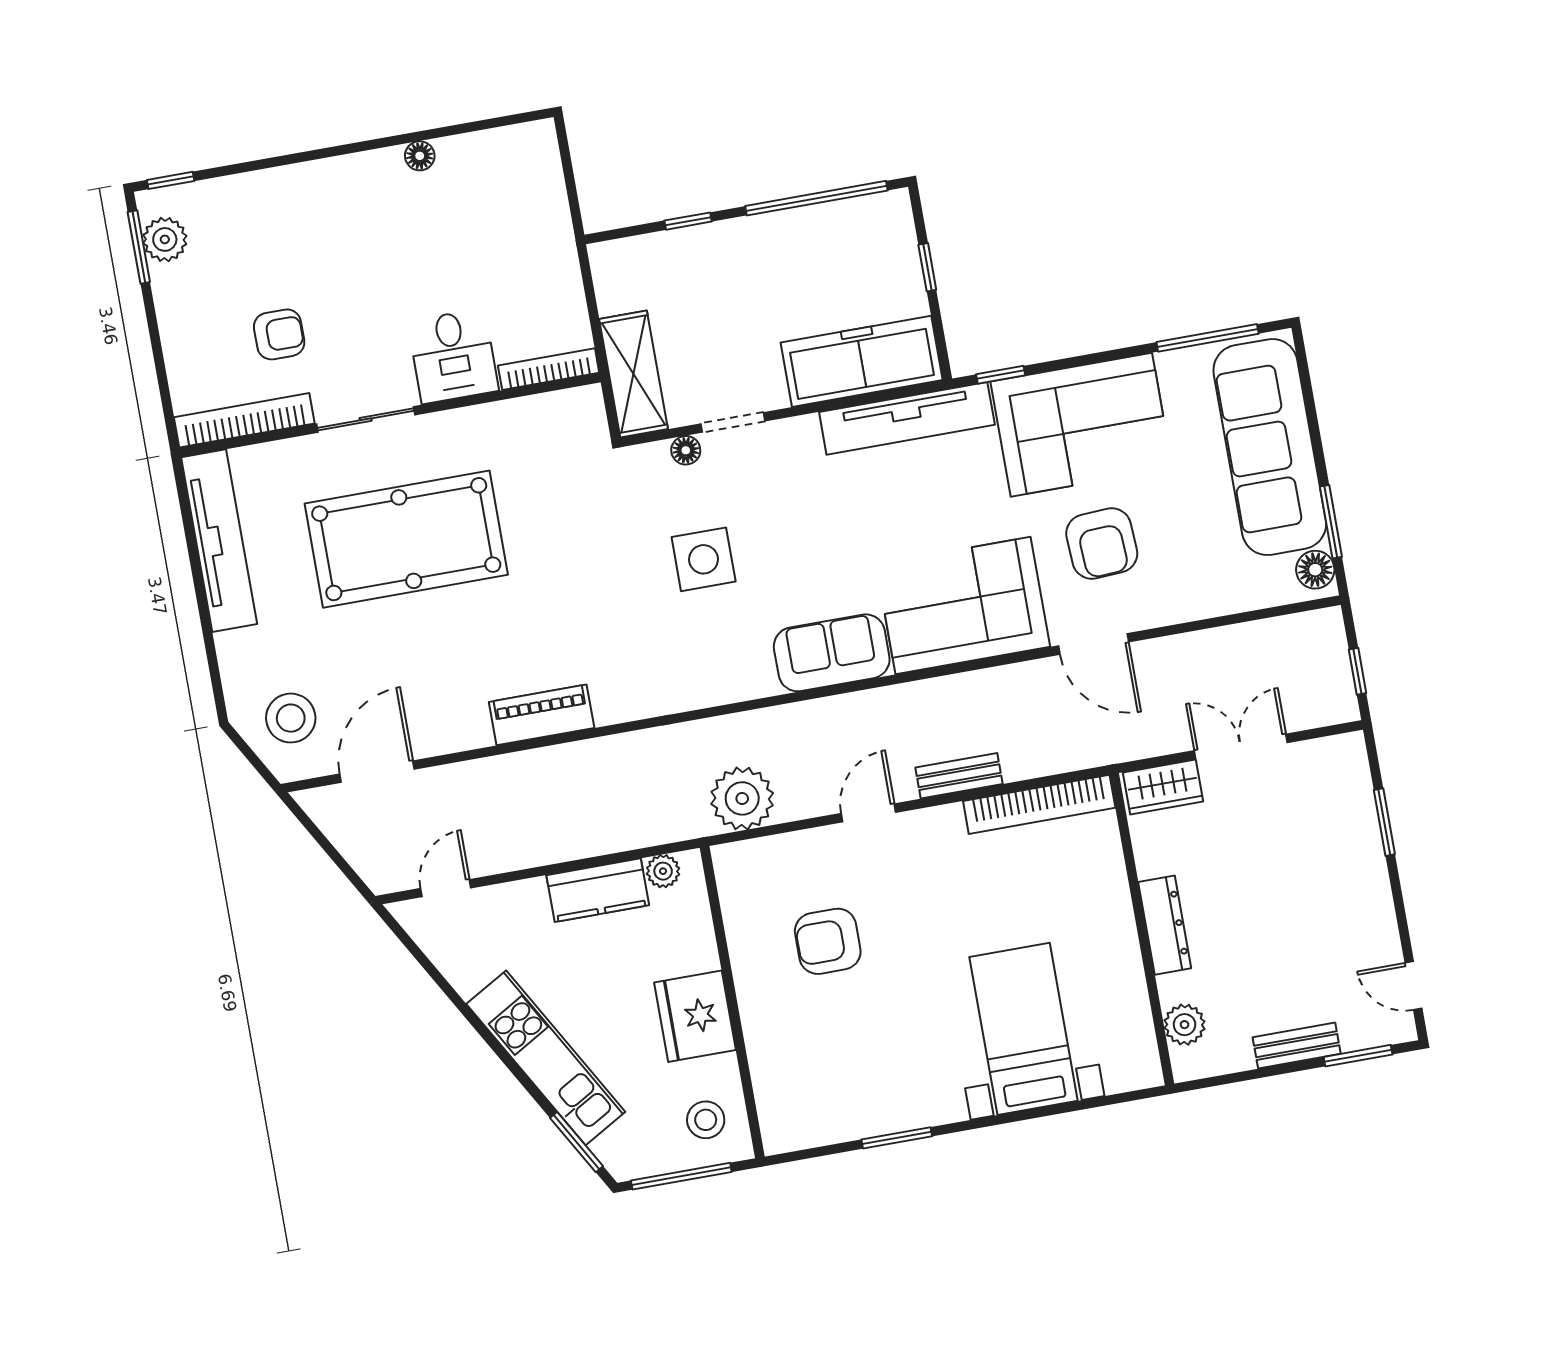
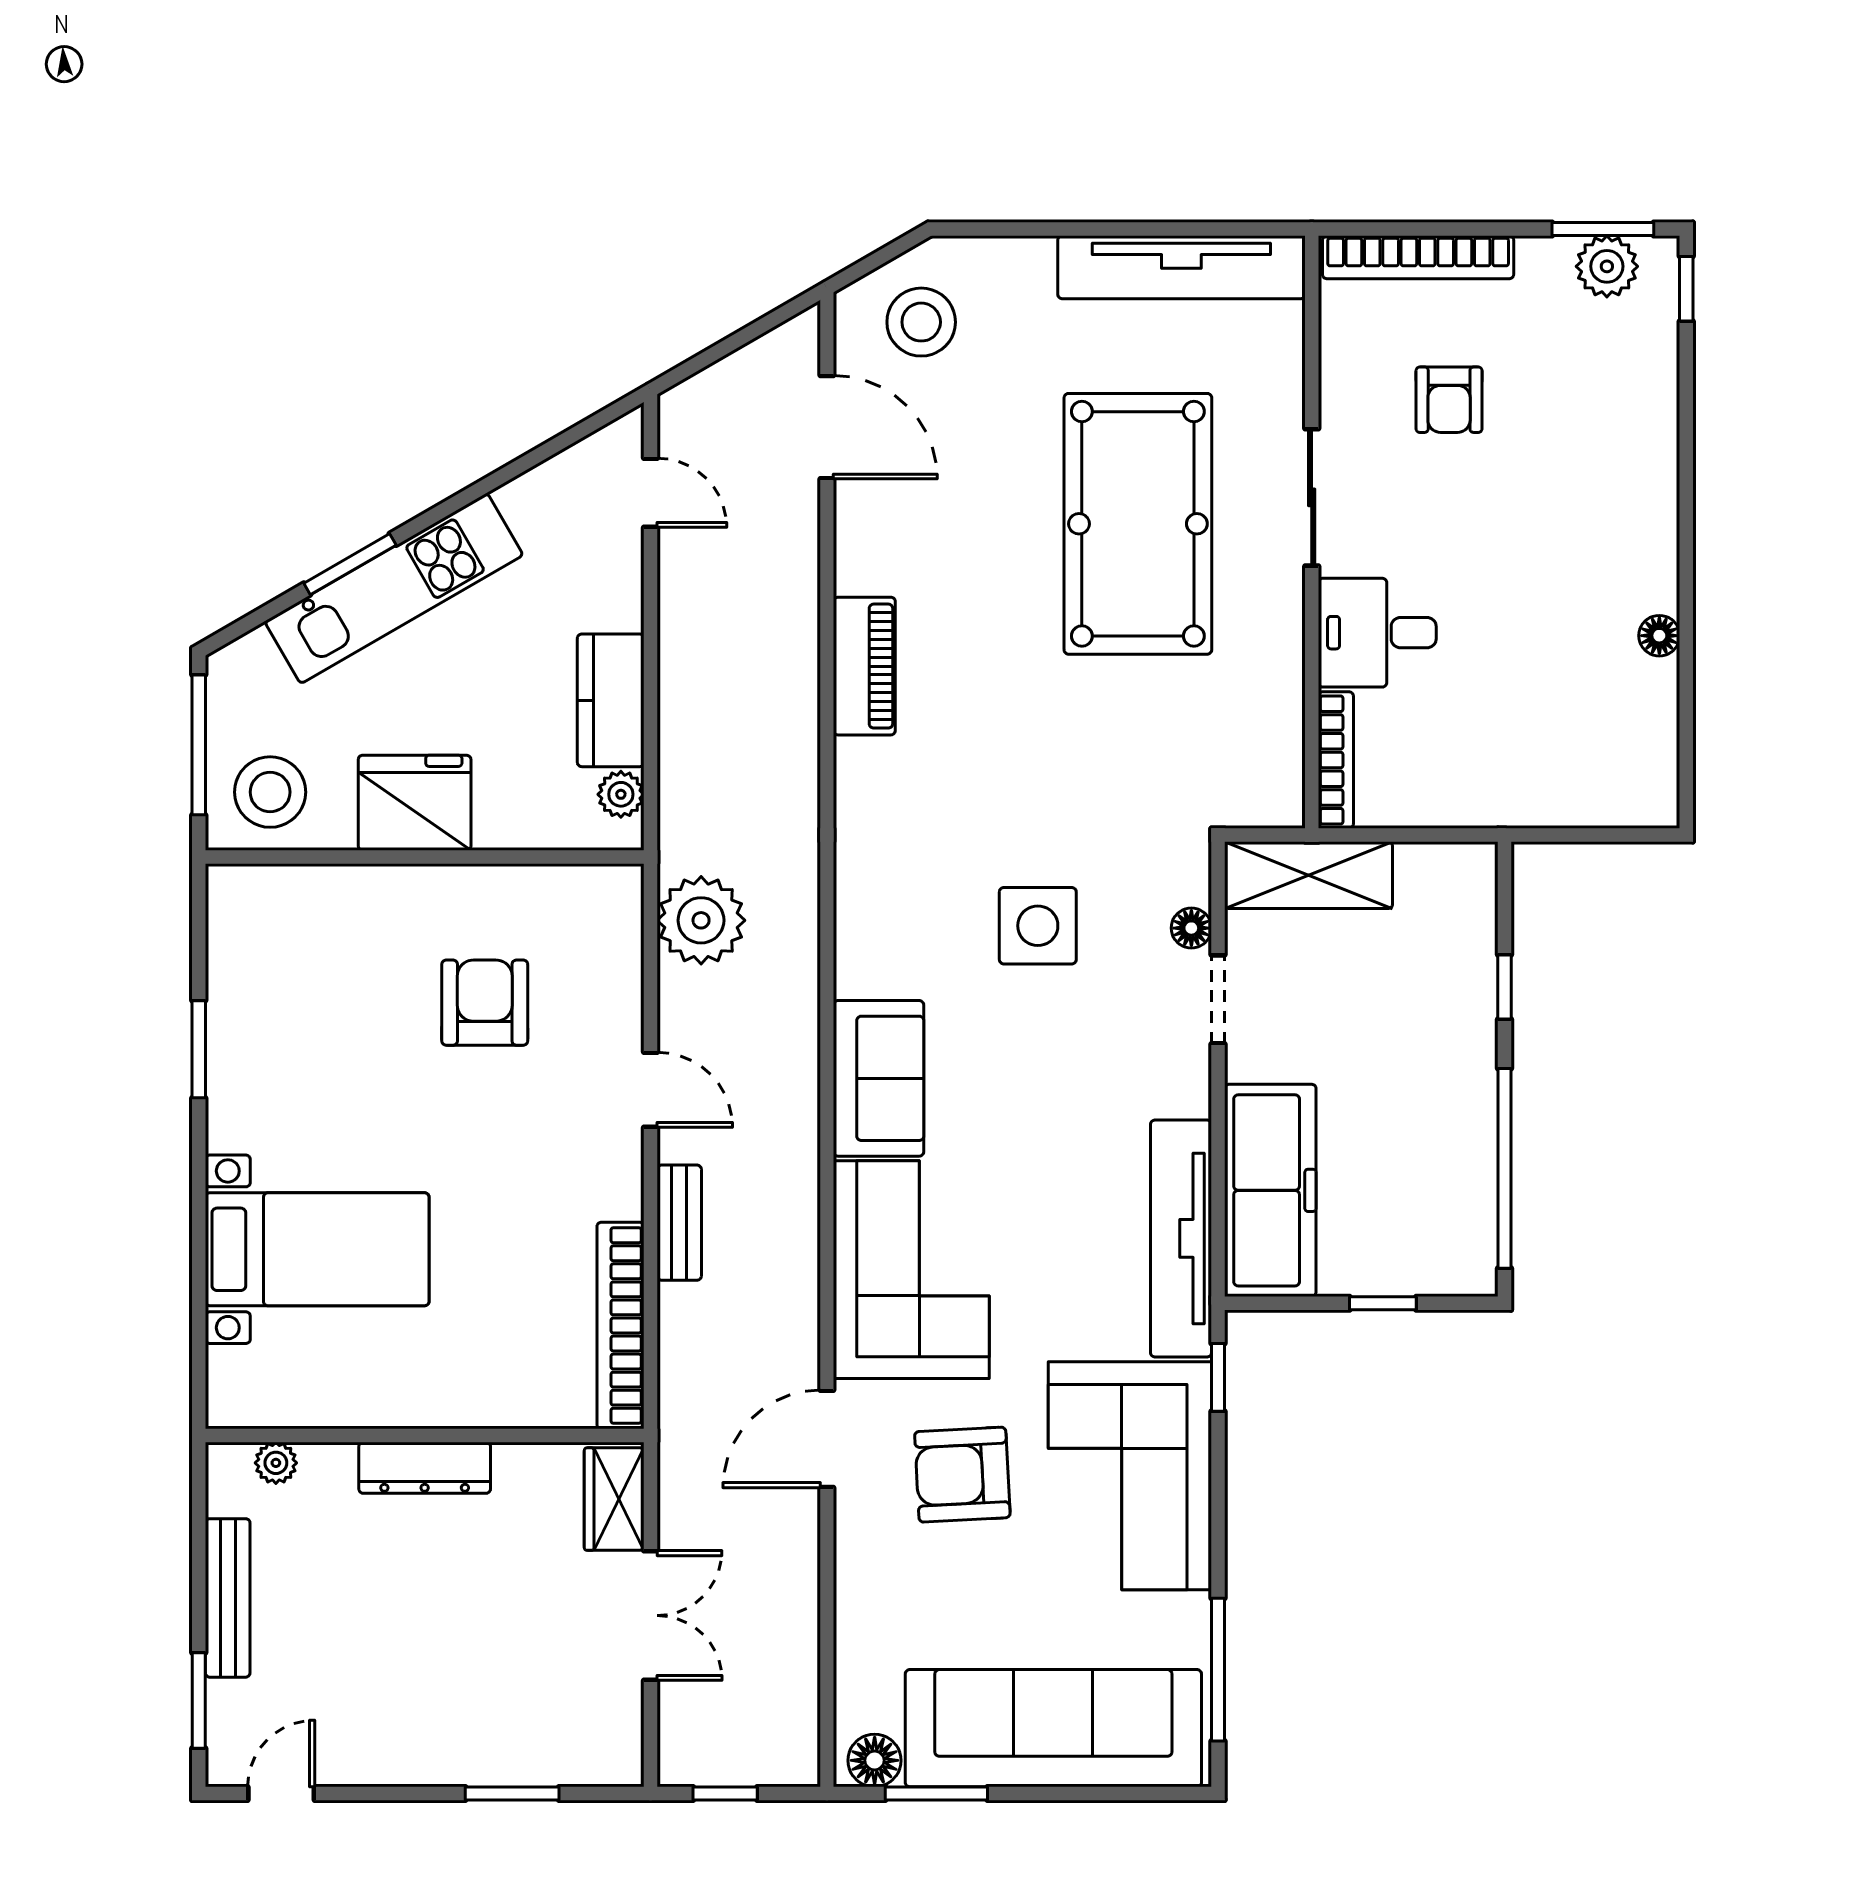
bookcase: (244, 420) -> (1418, 257), moved, turned 90
plant: (1185, 1025) -> (276, 1463), width x0.73, depth x0.73
bench: (1297, 1046) -> (228, 1598), width x1.36
stool: (706, 1120) -> (270, 792), width x1.38, depth x1.38
window: (576, 1142) -> (350, 564), moved

